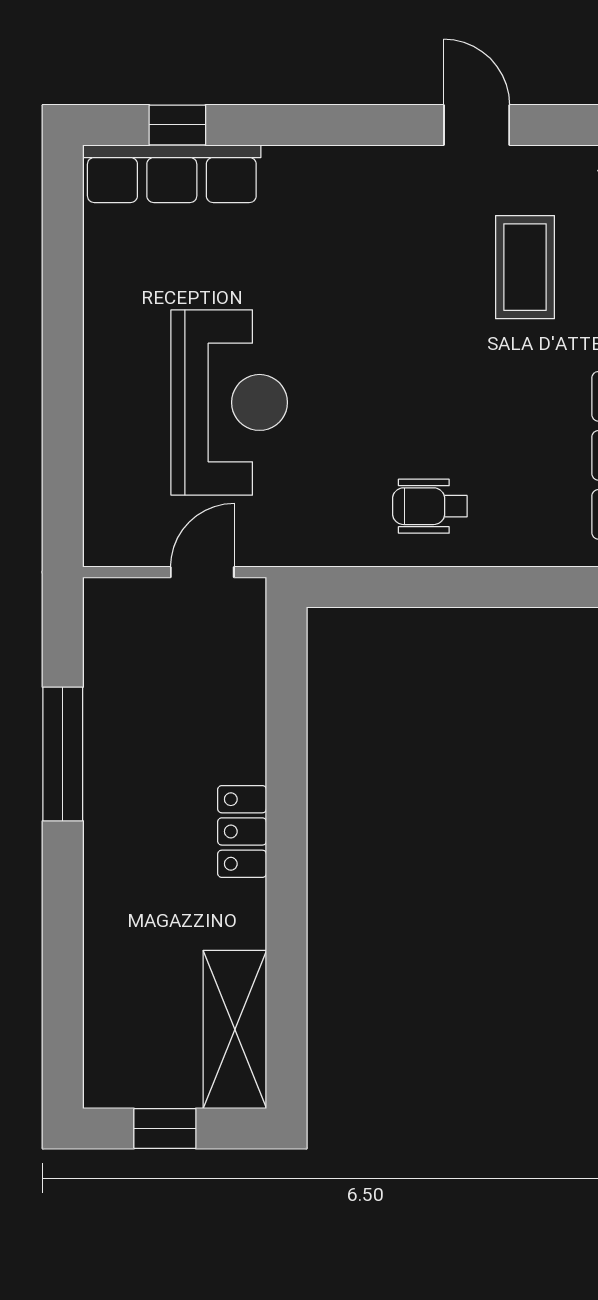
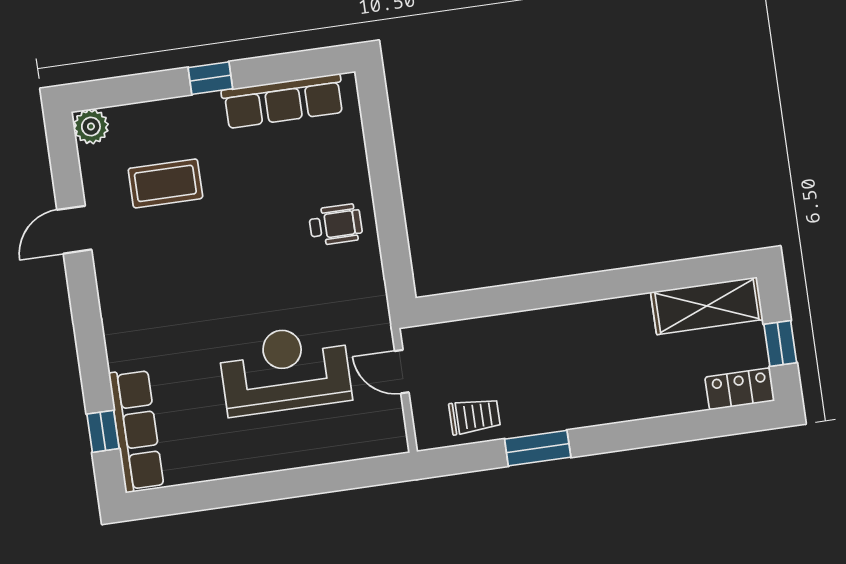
wheelchair: (430, 506) -> (336, 225), turned -90
trolley: (122, 669) -> (475, 416), added
window: (63, 754) -> (538, 448), width x0.69
locker: (242, 831) -> (740, 389), moved, turned 180

